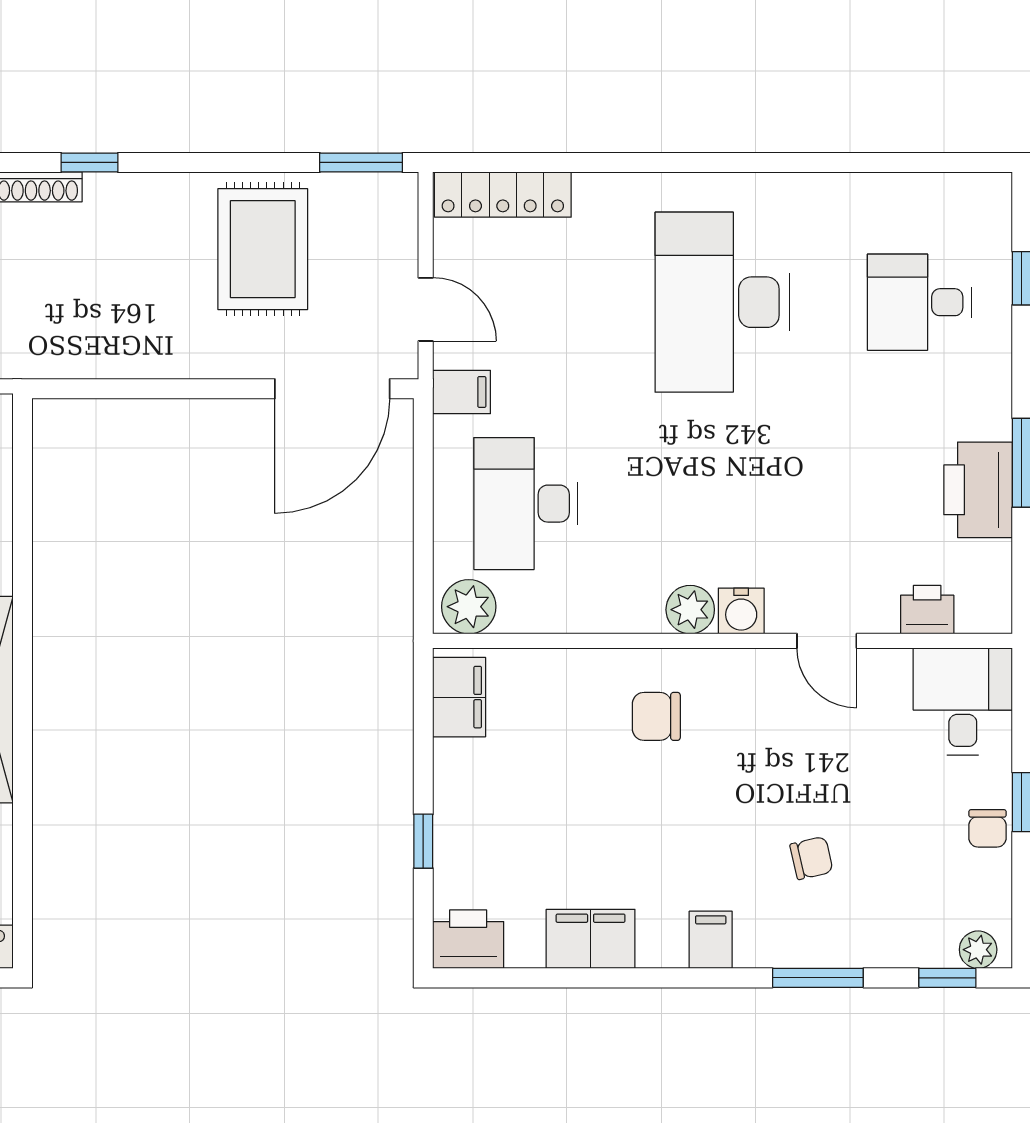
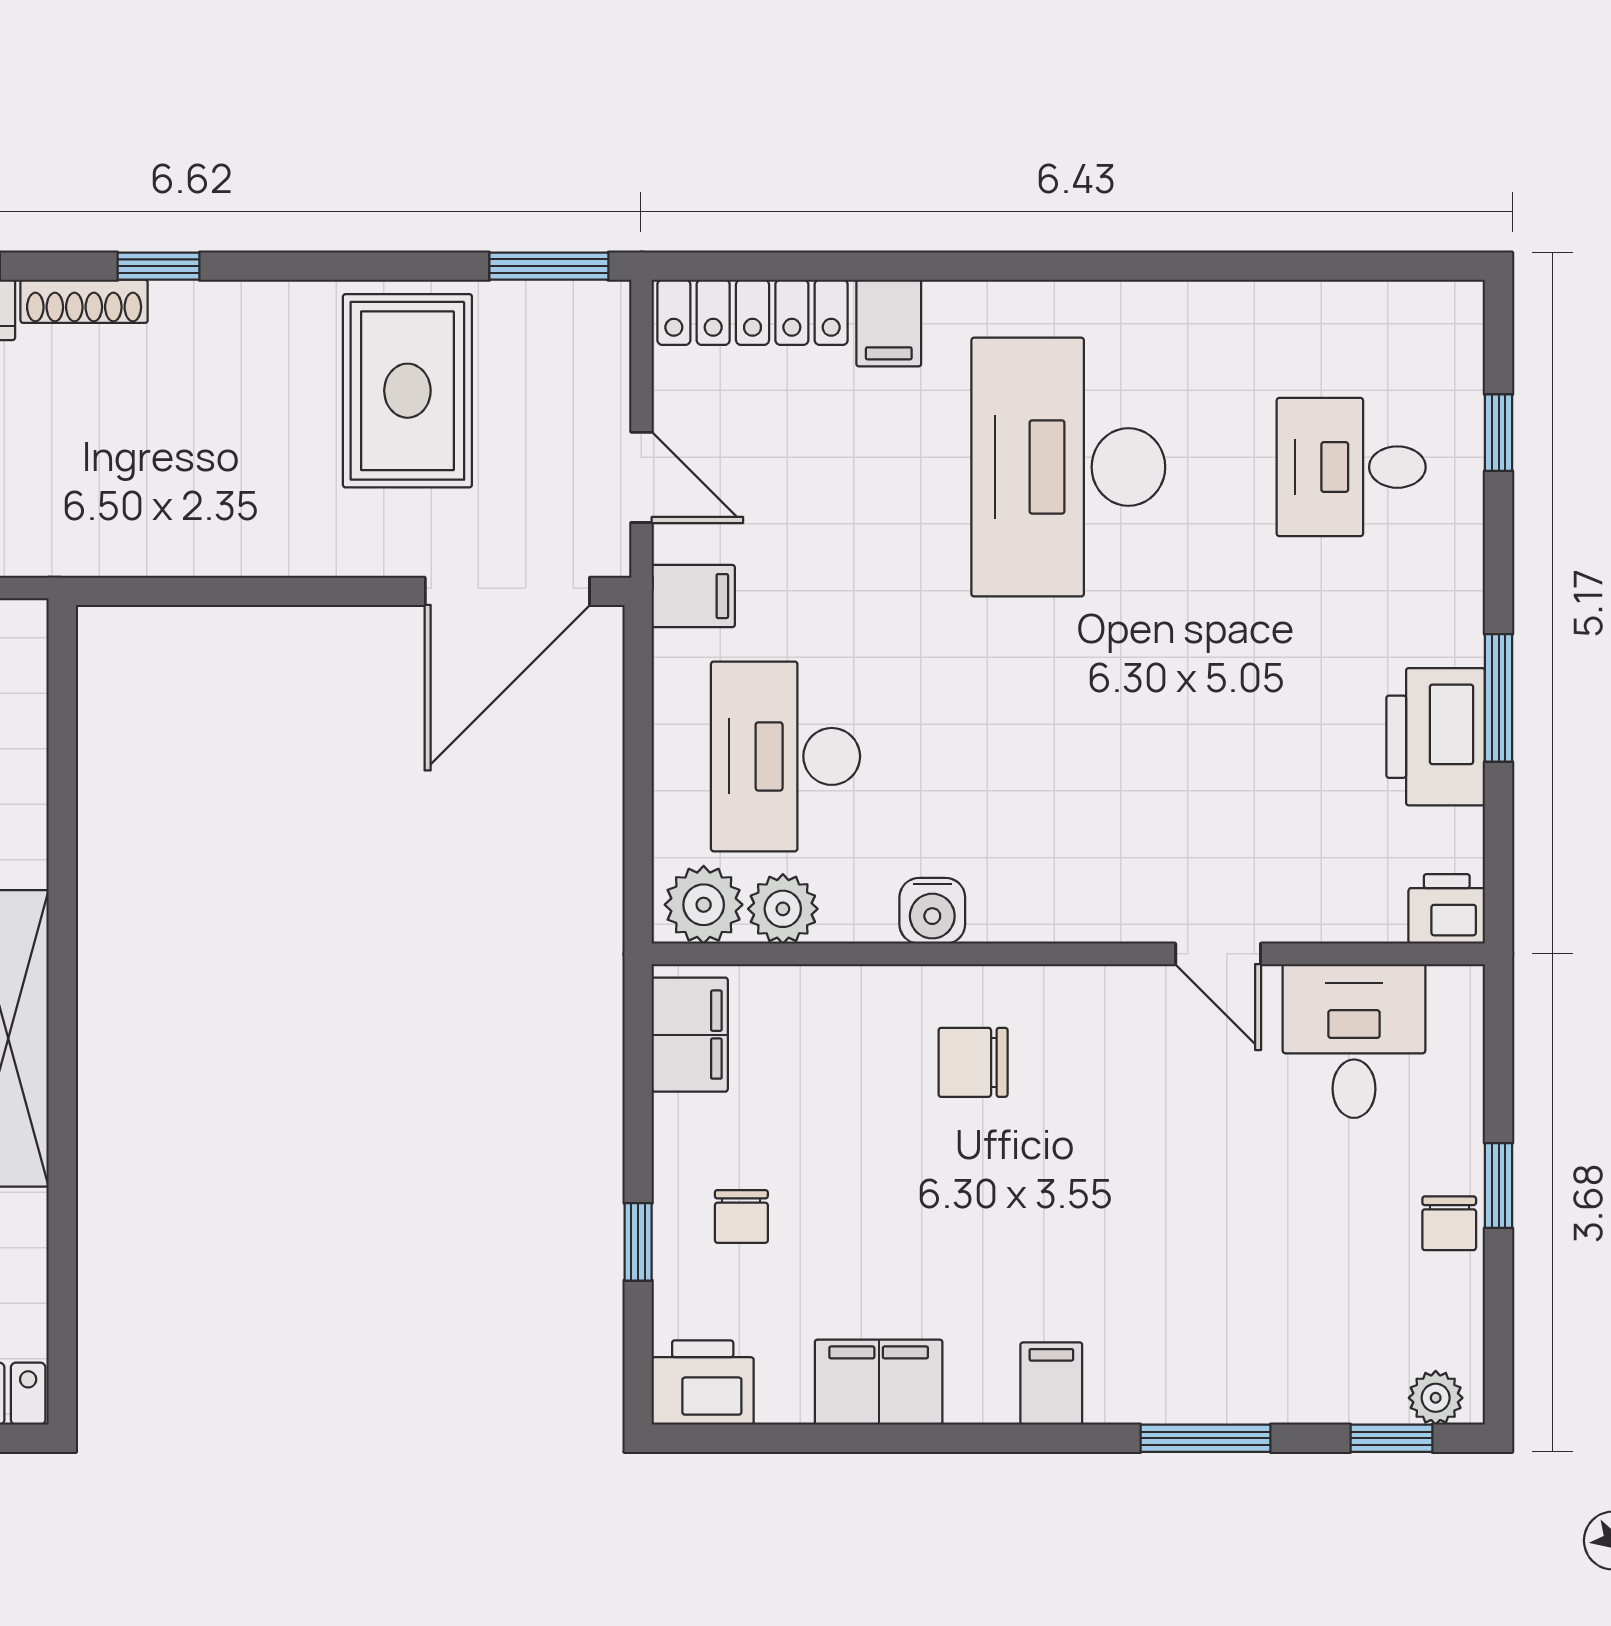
filing cabinet: (598, 202) -> (889, 323), added
plant: (690, 610) -> (783, 909), moved
printer: (927, 610) -> (1447, 909), moved
water cooler: (741, 611) -> (932, 911), moved
desk: (963, 702) -> (1354, 1041), moved
chair: (811, 858) -> (741, 1216), moved, turned 103

